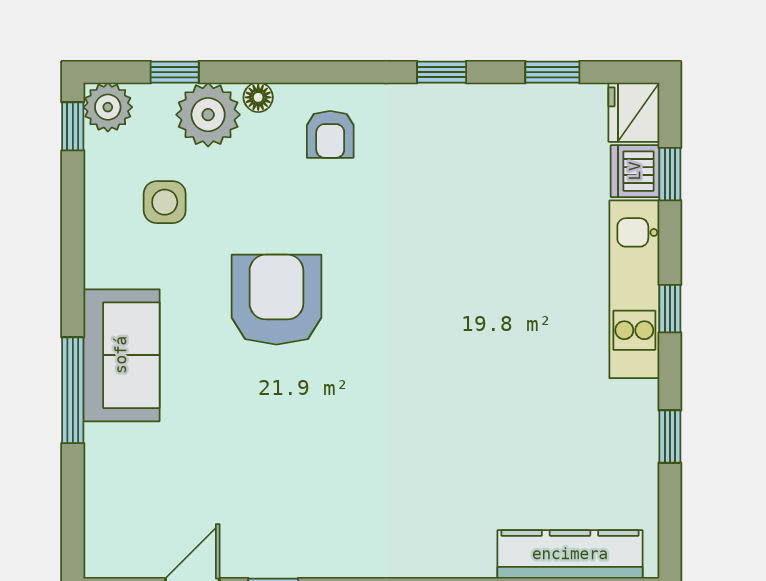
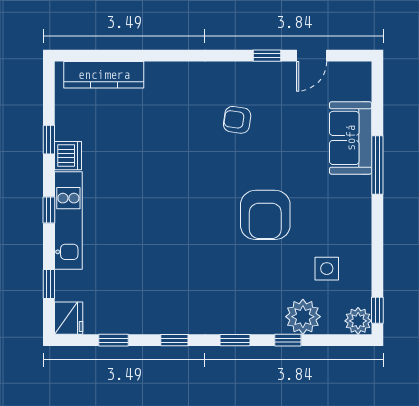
window: (175, 72) -> (288, 340), moved
window: (331, 72) -> (235, 340), added
floor lamp: (258, 97) -> (275, 326), removed
armchair: (330, 134) -> (237, 120), moved, turned -82
dishwasher: (635, 171) -> (68, 156), moved
sofa: (121, 355) -> (351, 138), moved

